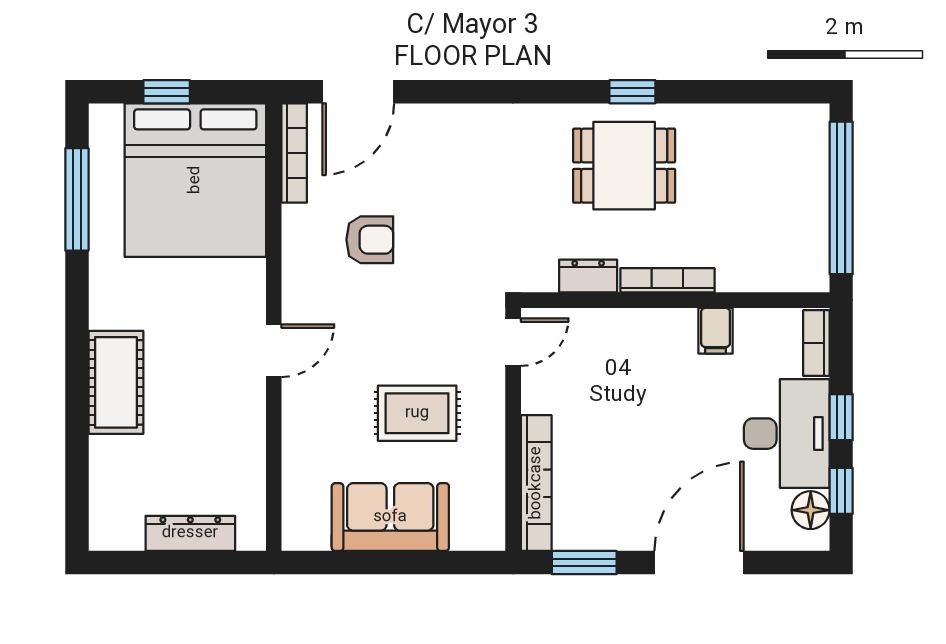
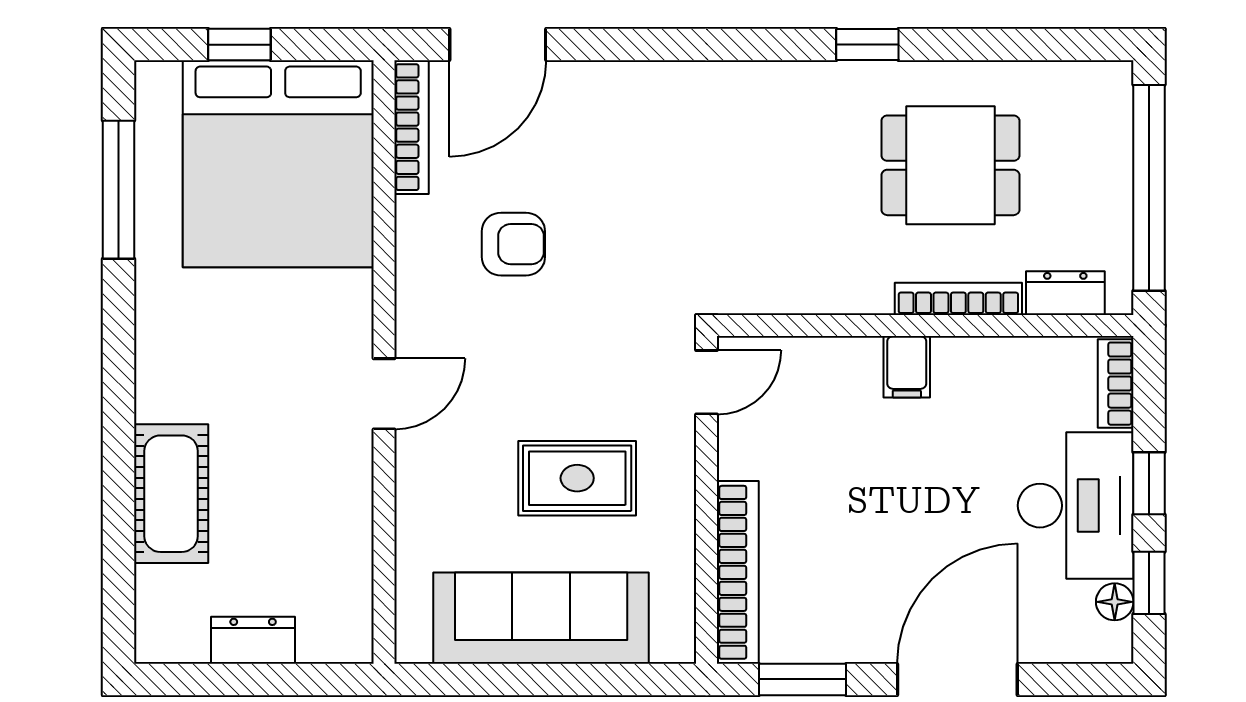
dining table: (624, 166) -> (950, 165), moved
dresser: (588, 276) -> (1065, 293), moved
bookcase: (667, 280) -> (958, 299), moved
filing cabinet: (716, 331) -> (907, 367), moved
cot: (116, 382) -> (171, 494), moved
floor lamp: (811, 510) -> (1115, 602), width x0.73, depth x0.73
sofa: (390, 517) -> (541, 618), width x1.36
dresser: (190, 533) -> (253, 640), width x0.70

